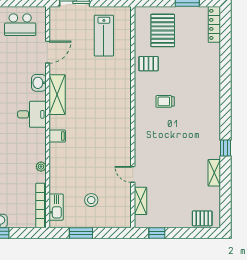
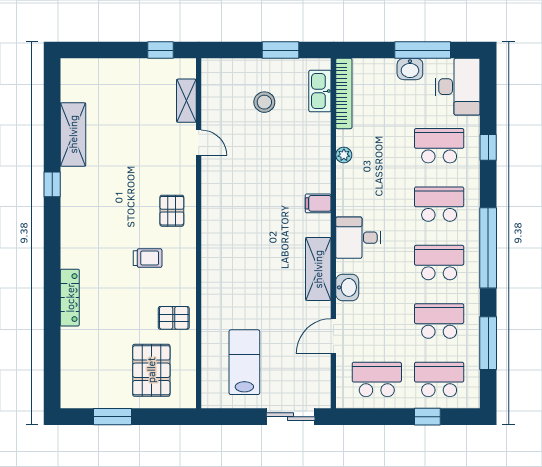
locker: (214, 24) -> (70, 298), moved
shelving: (214, 173) -> (73, 134), width x1.50, depth x1.33
pallet: (202, 218) -> (172, 211), moved, turned 90

